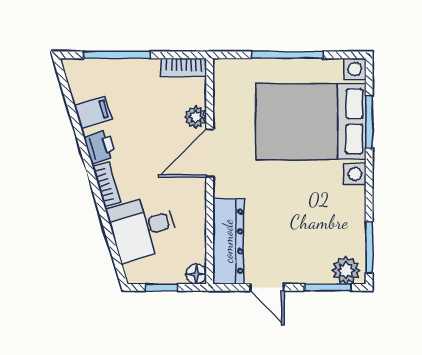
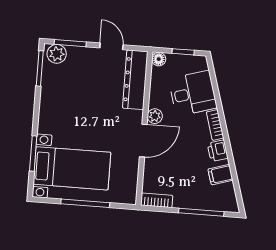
plant: (196, 117) -> (155, 116), moved
bed with nightstands: (311, 121) -> (72, 168), width x0.73

